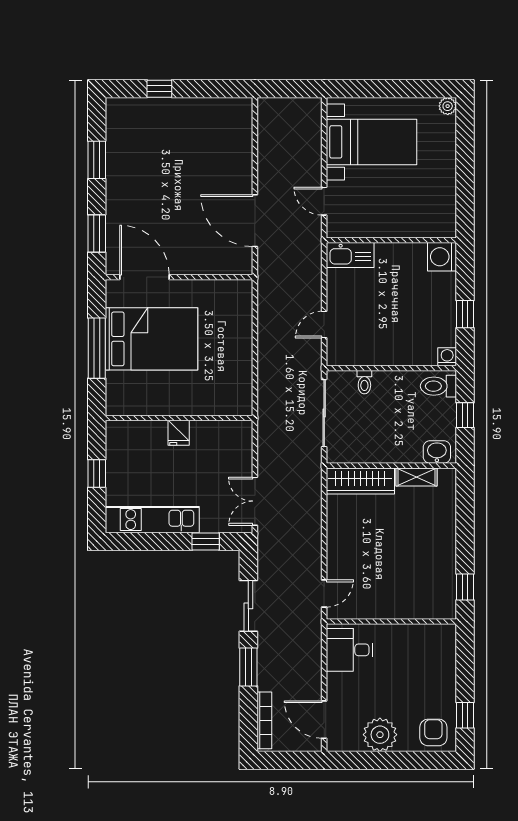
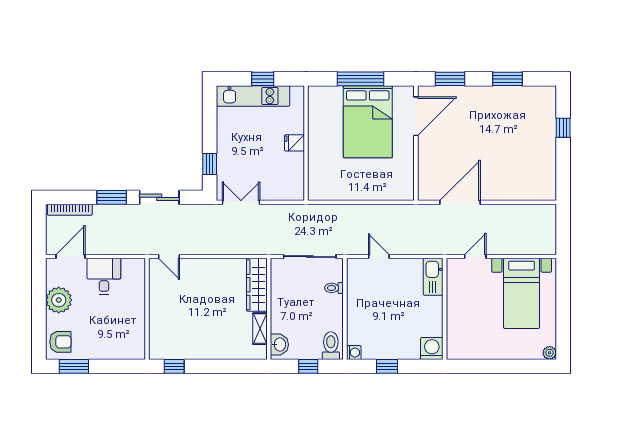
kitchen unit: (152, 520) -> (253, 96), moved, turned 90
desk: (349, 650) -> (104, 276), moved
window: (465, 715) -> (74, 366), width x1.50

